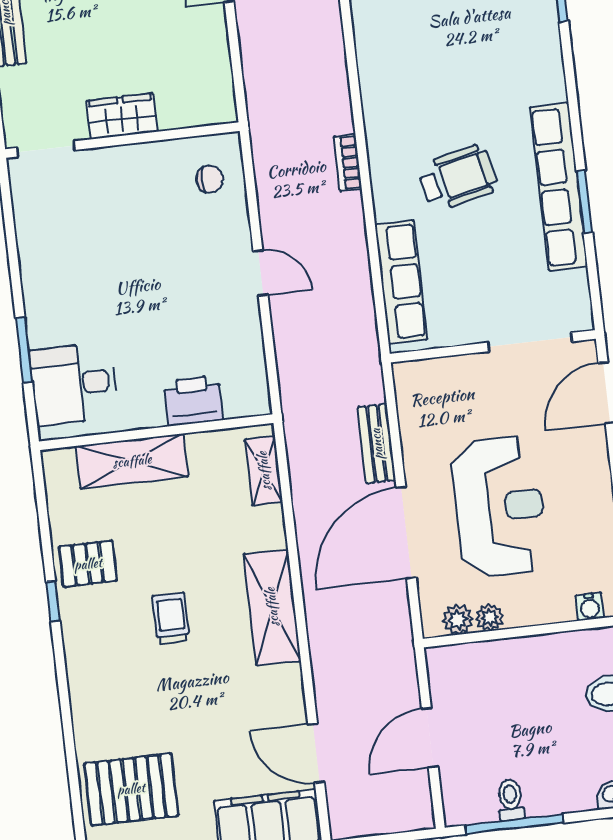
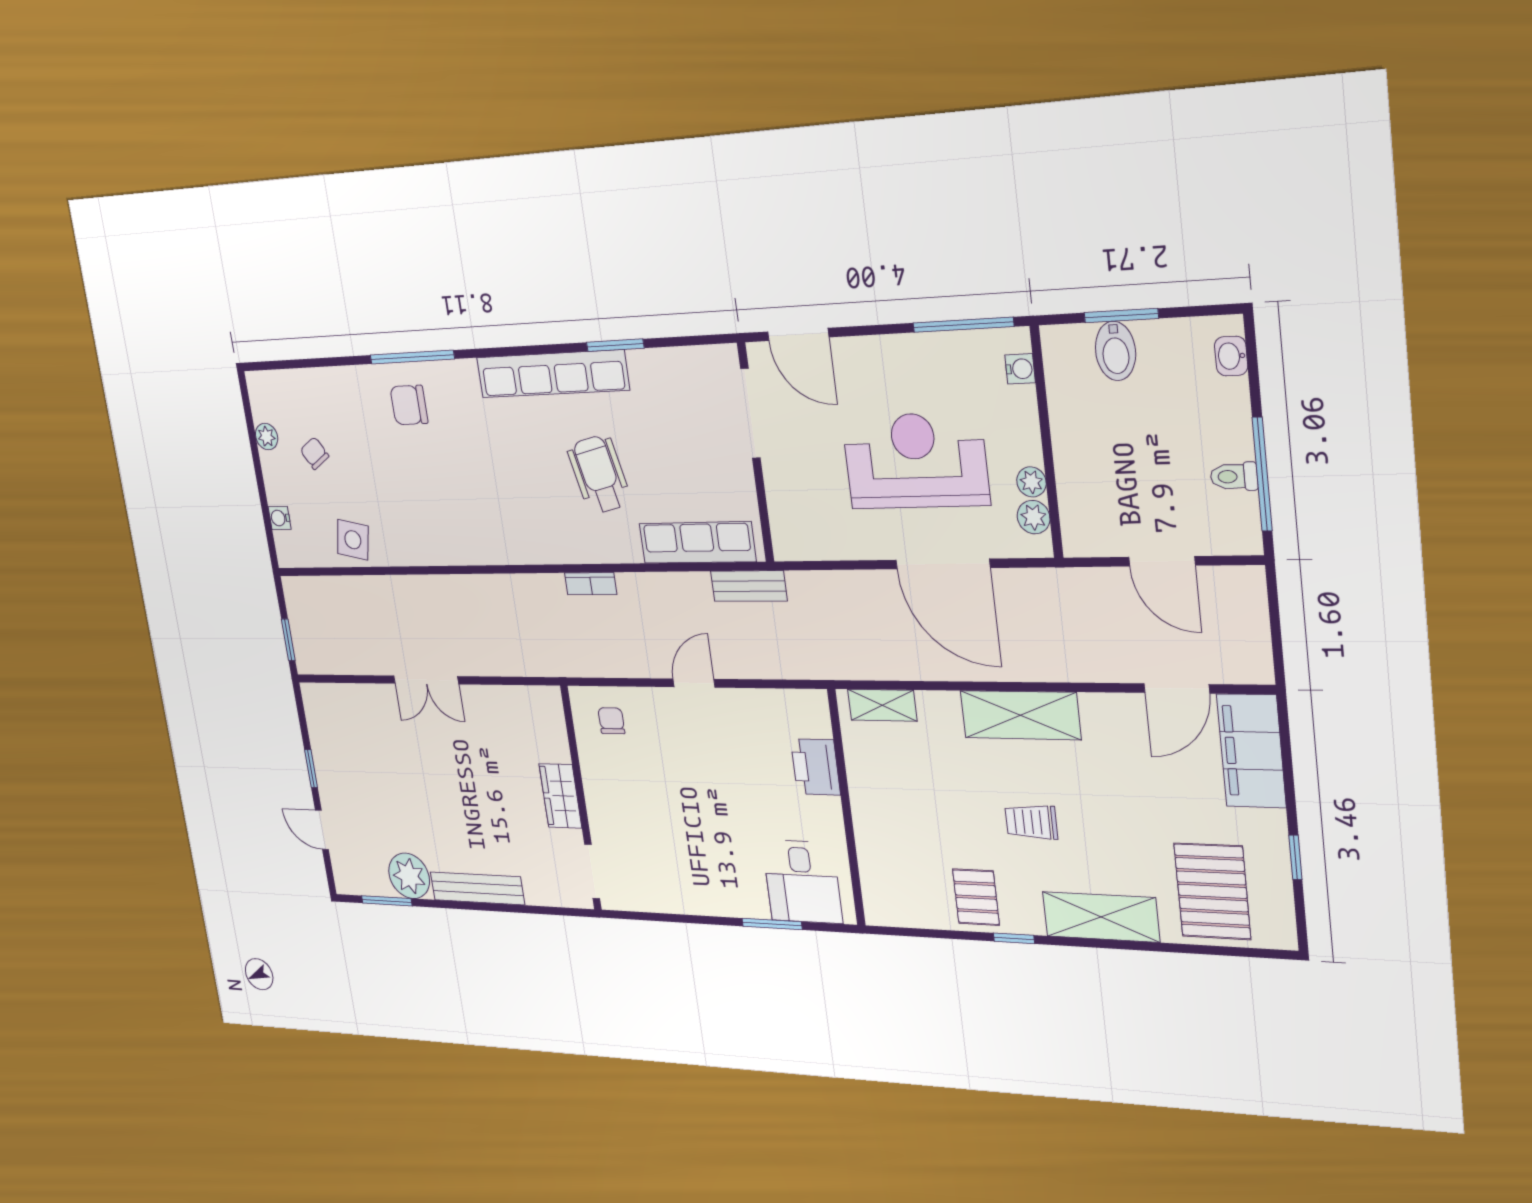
row of seats: (559, 187) -> (552, 374), moved
bench: (377, 444) -> (749, 586), moved
shelving: (132, 461) -> (1101, 917), moved, turned 90

